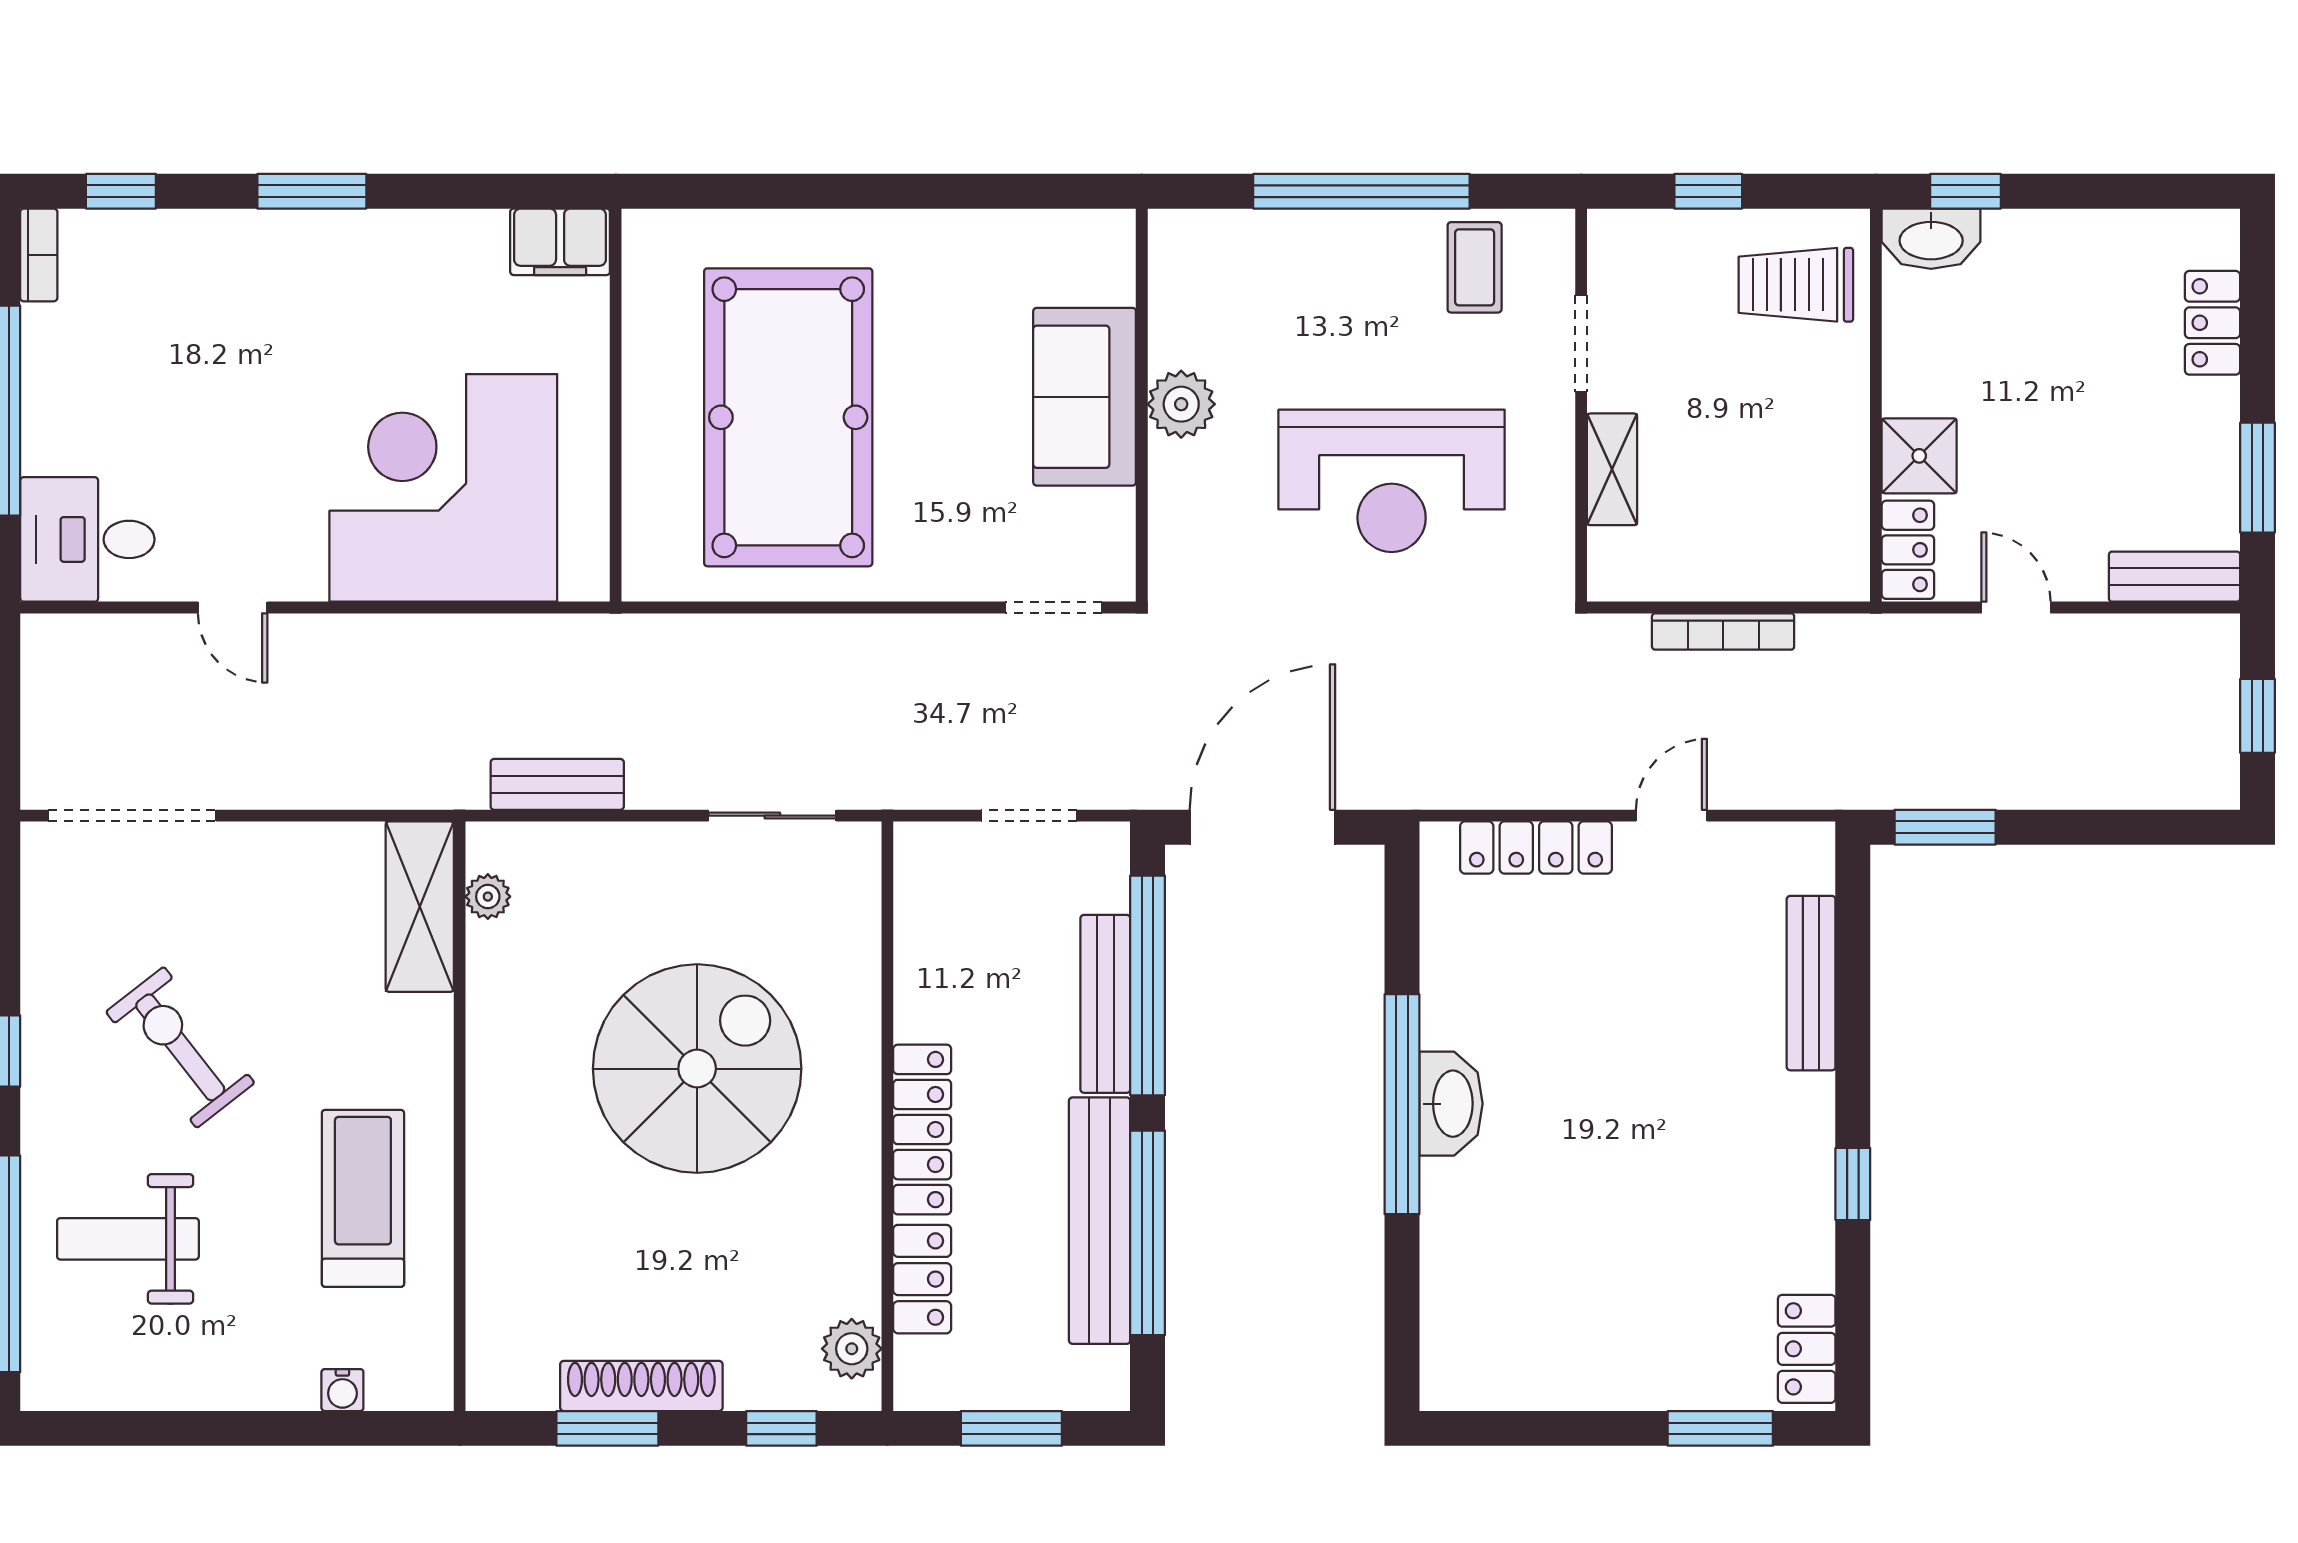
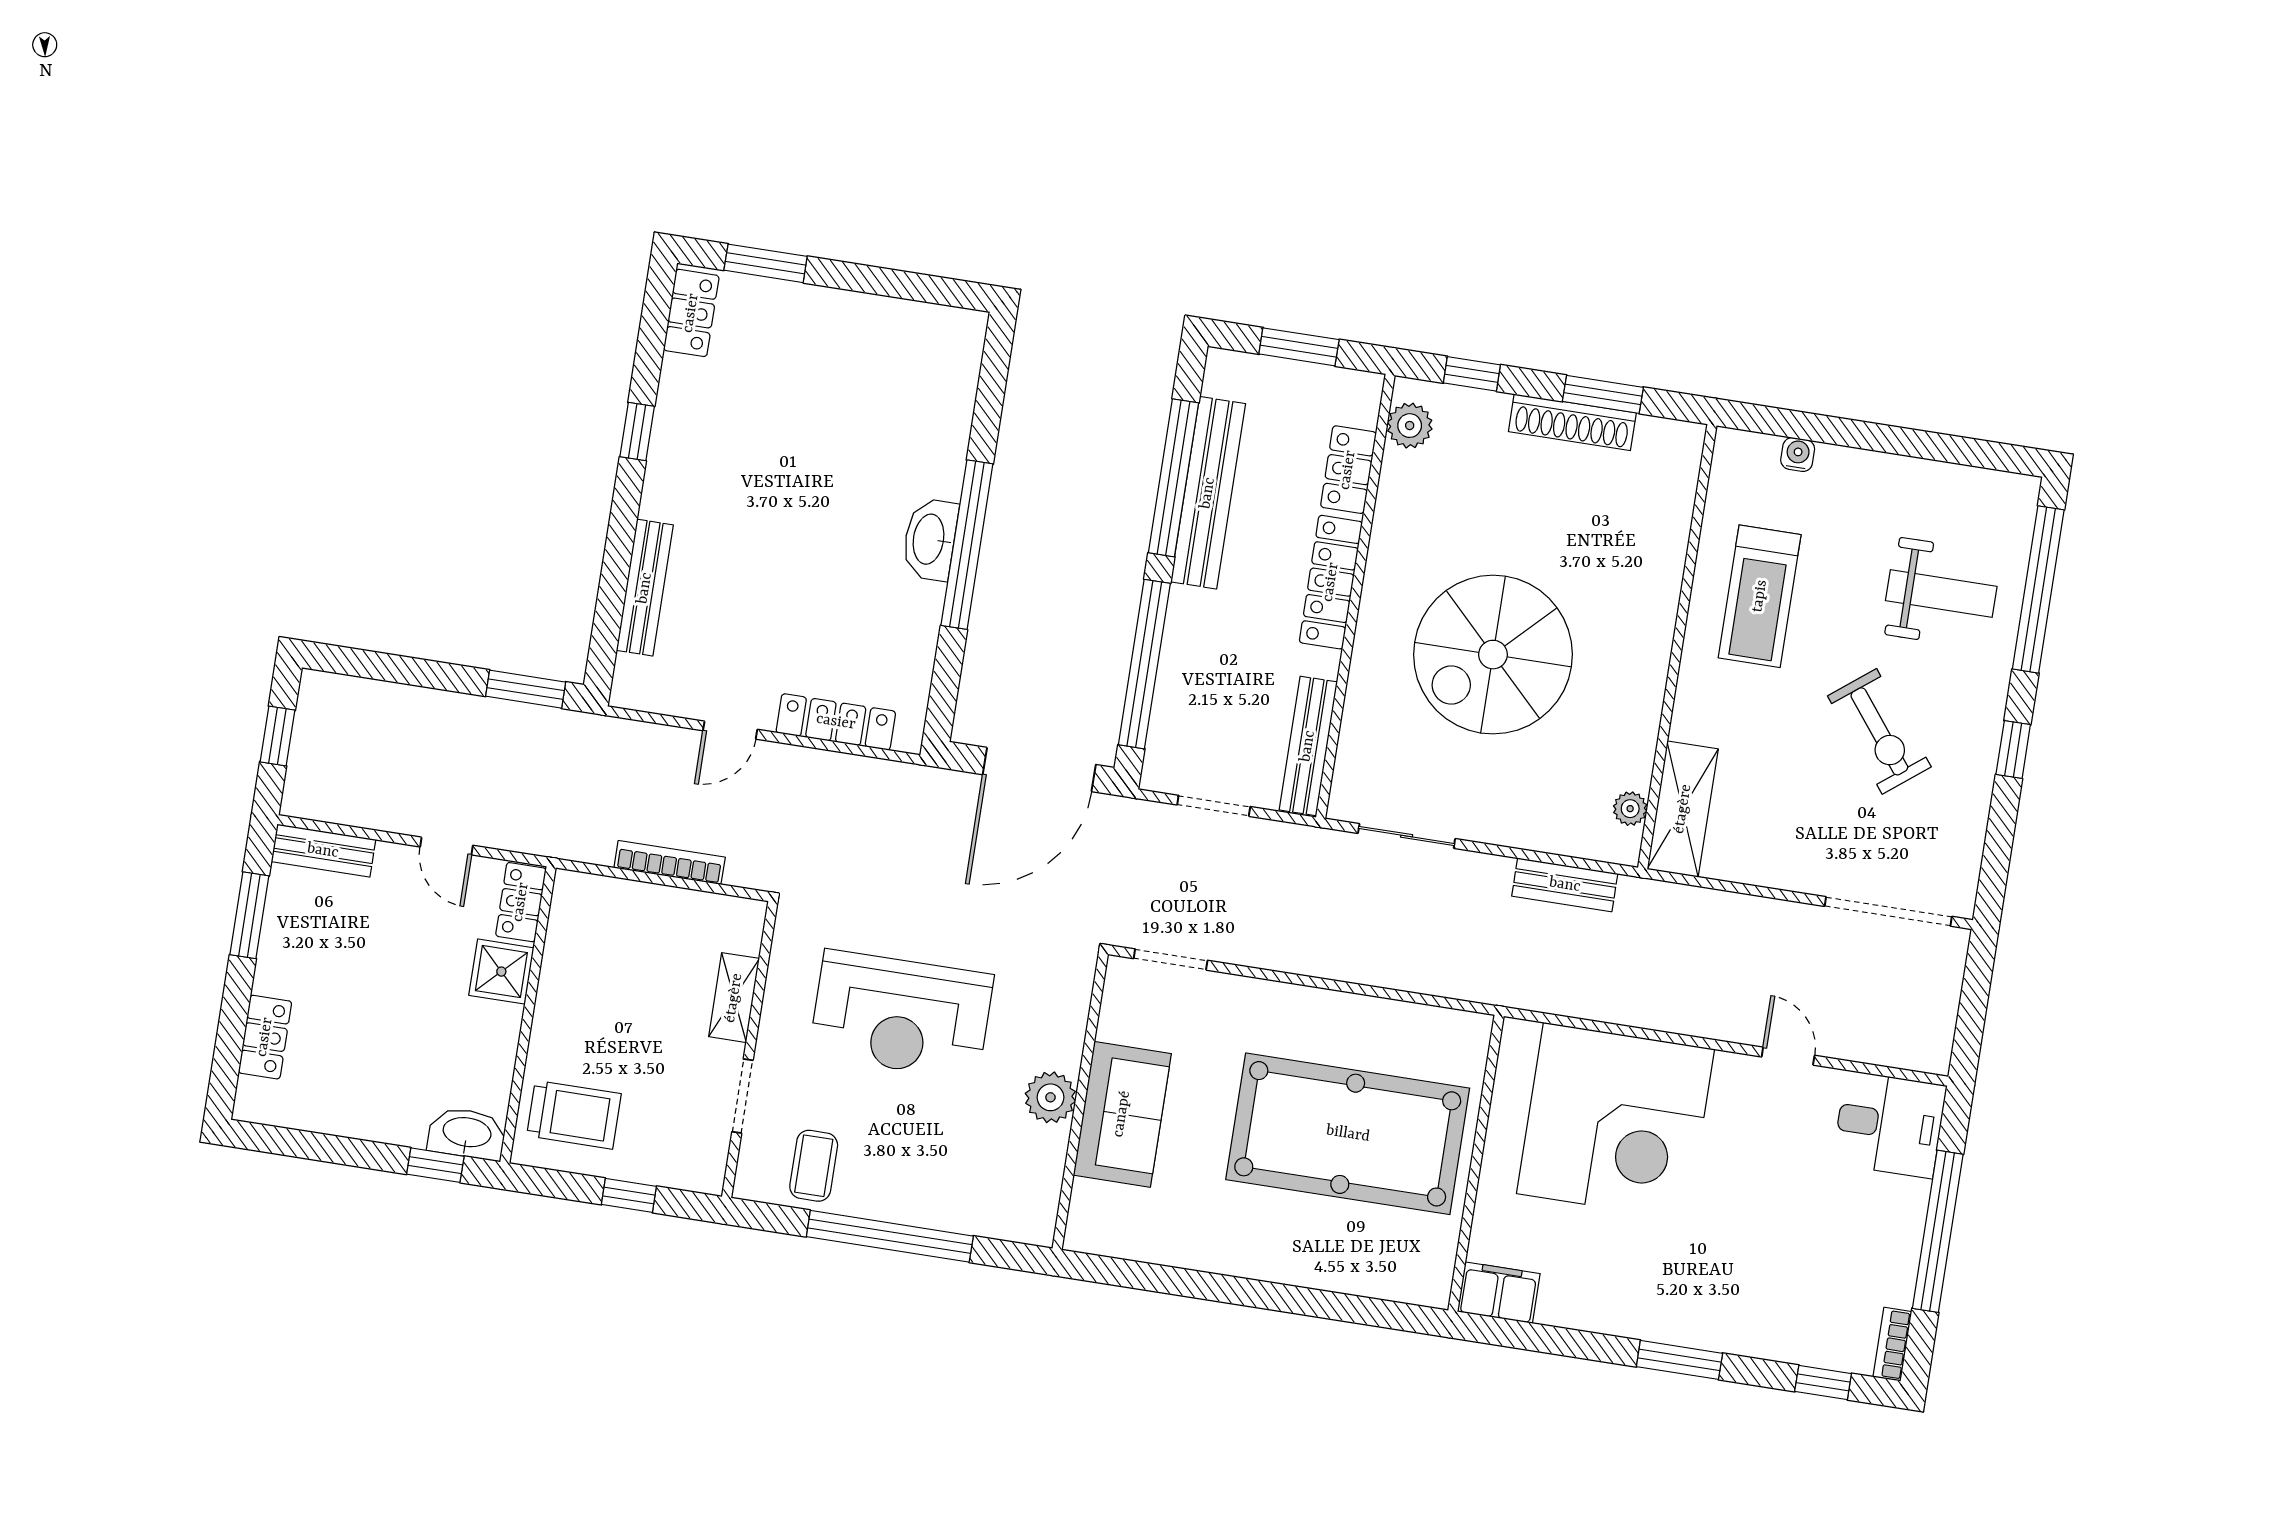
pool table: (788, 417) -> (1348, 1134), turned 90
reception desk: (1392, 481) -> (901, 1015), turned 180
bench: (1105, 1004) -> (1308, 746), moved

